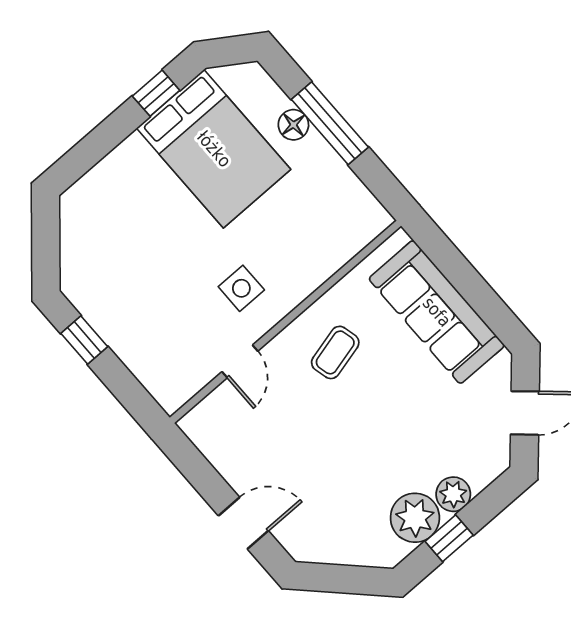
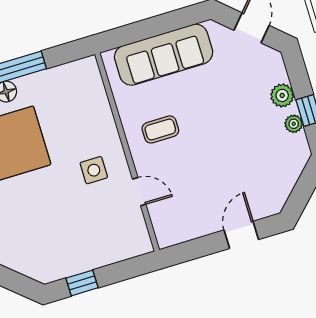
coffee table: (335, 352) -> (160, 129), turned -76
plant: (415, 518) -> (294, 124), width x0.53, depth x0.53

